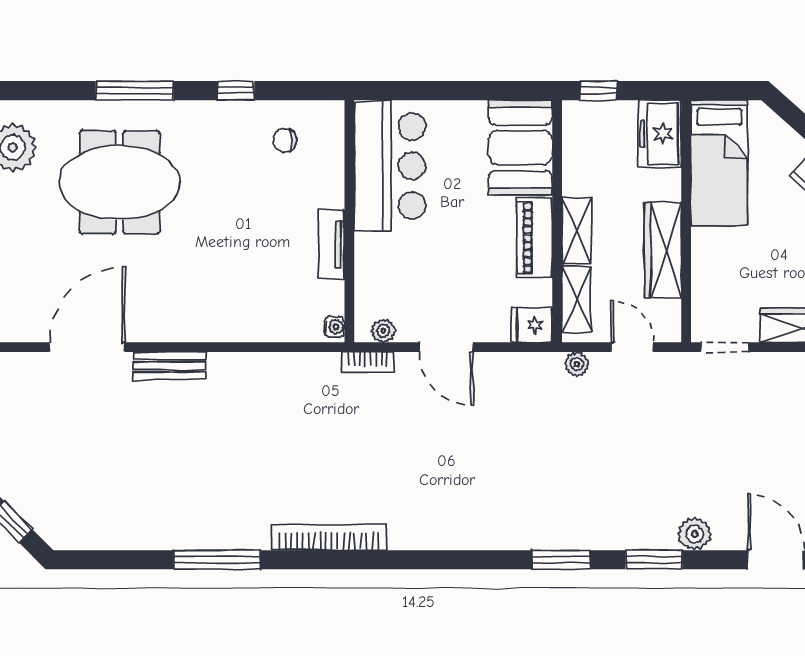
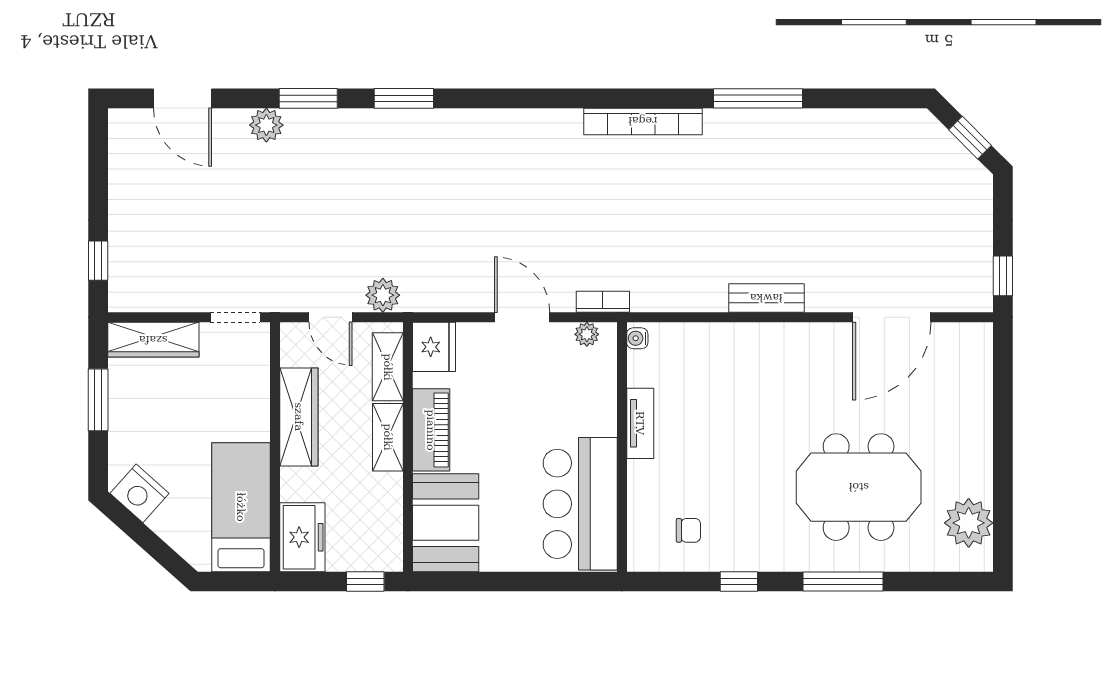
fridge: (532, 325) -> (434, 347), width x1.38
plant: (577, 364) -> (383, 295), width x1.38, depth x1.38
bench: (170, 366) -> (766, 298), moved

